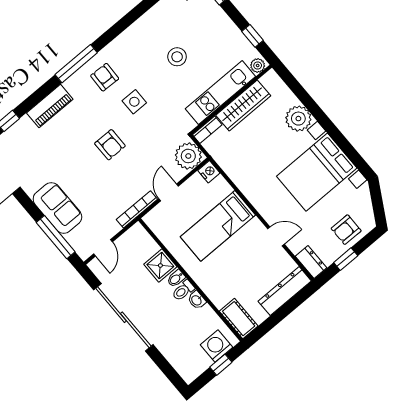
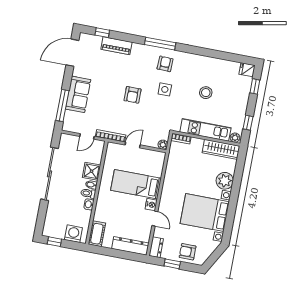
wardrobe: (243, 105) -> (221, 149), moved
piano: (50, 106) -> (116, 46), moved
plant: (188, 156) -> (163, 145), width x0.53, depth x0.53
nightstand: (209, 172) -> (151, 205), moved
door: (103, 248) -> (87, 136), moved
window: (221, 365) -> (54, 242), moved

